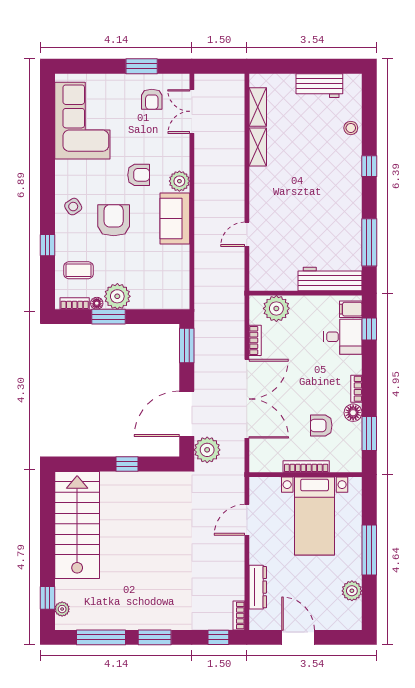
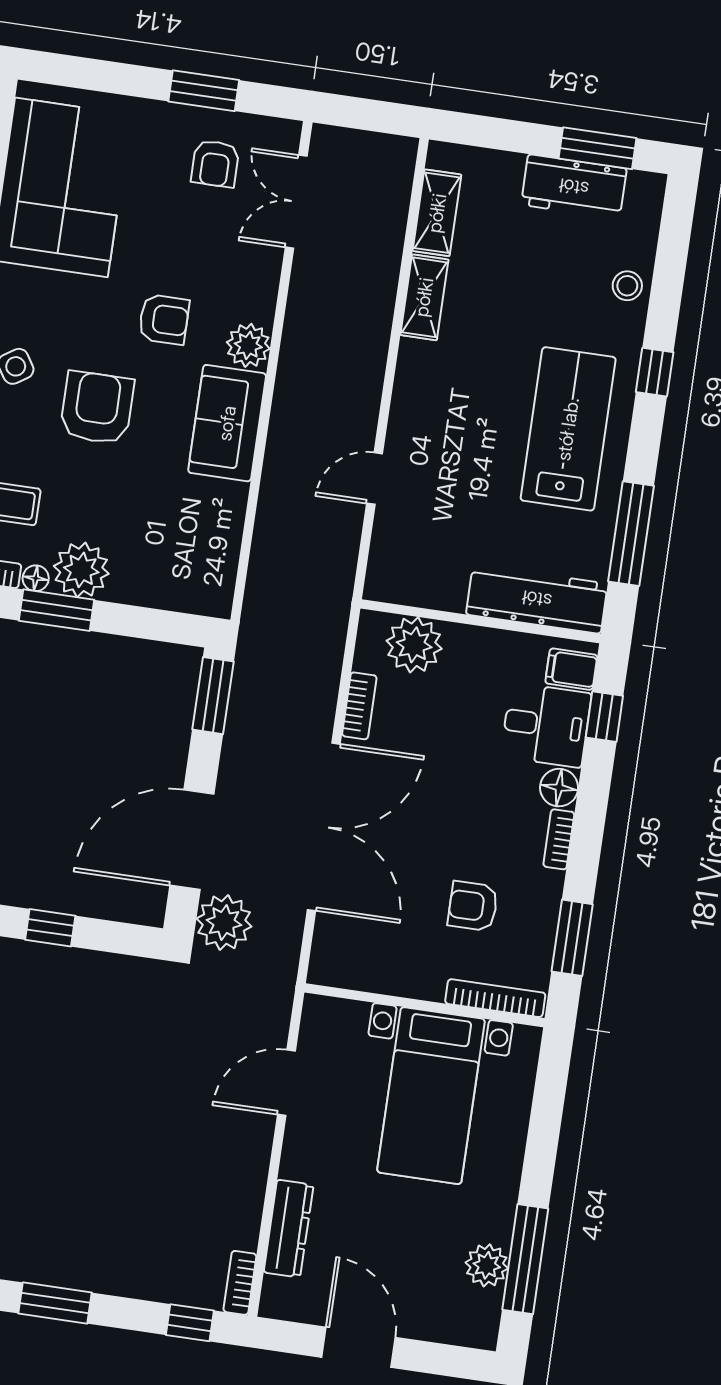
window: (328, 66) -> (598, 148), added
lab bench: (333, 198) -> (568, 429), added
floor lamp: (353, 413) -> (559, 788), moved
bookcase: (306, 467) -> (495, 998), moved
window: (369, 550) -> (525, 1259), moved

